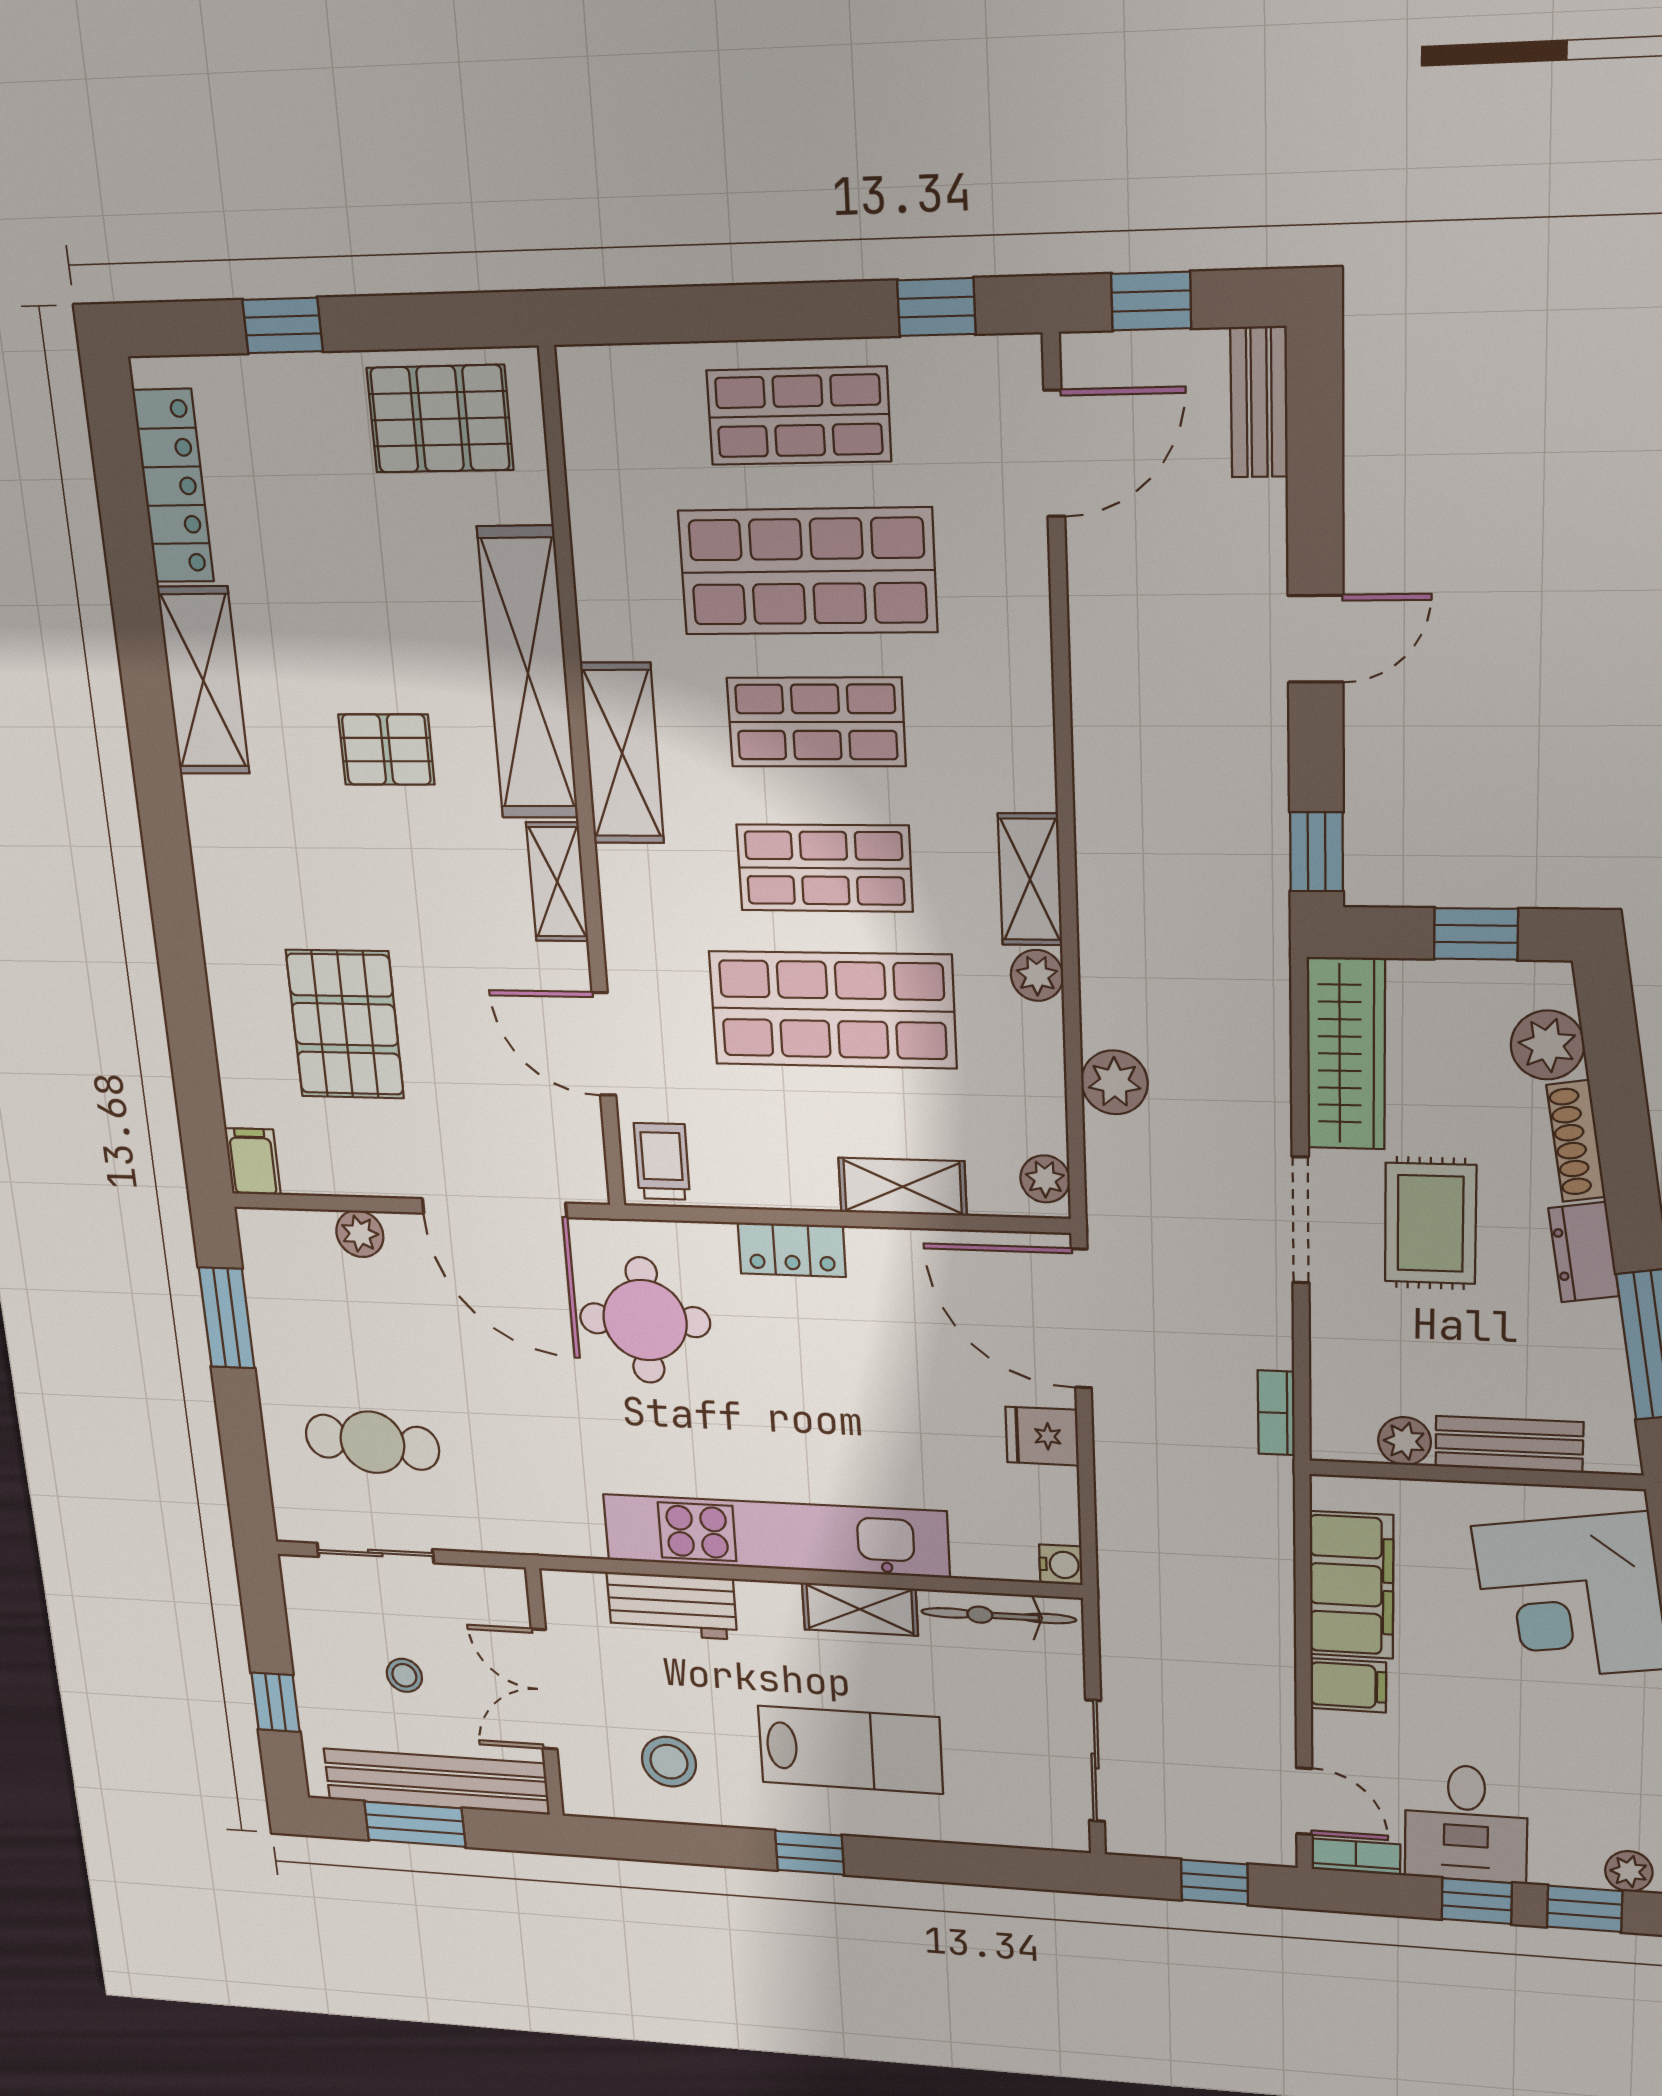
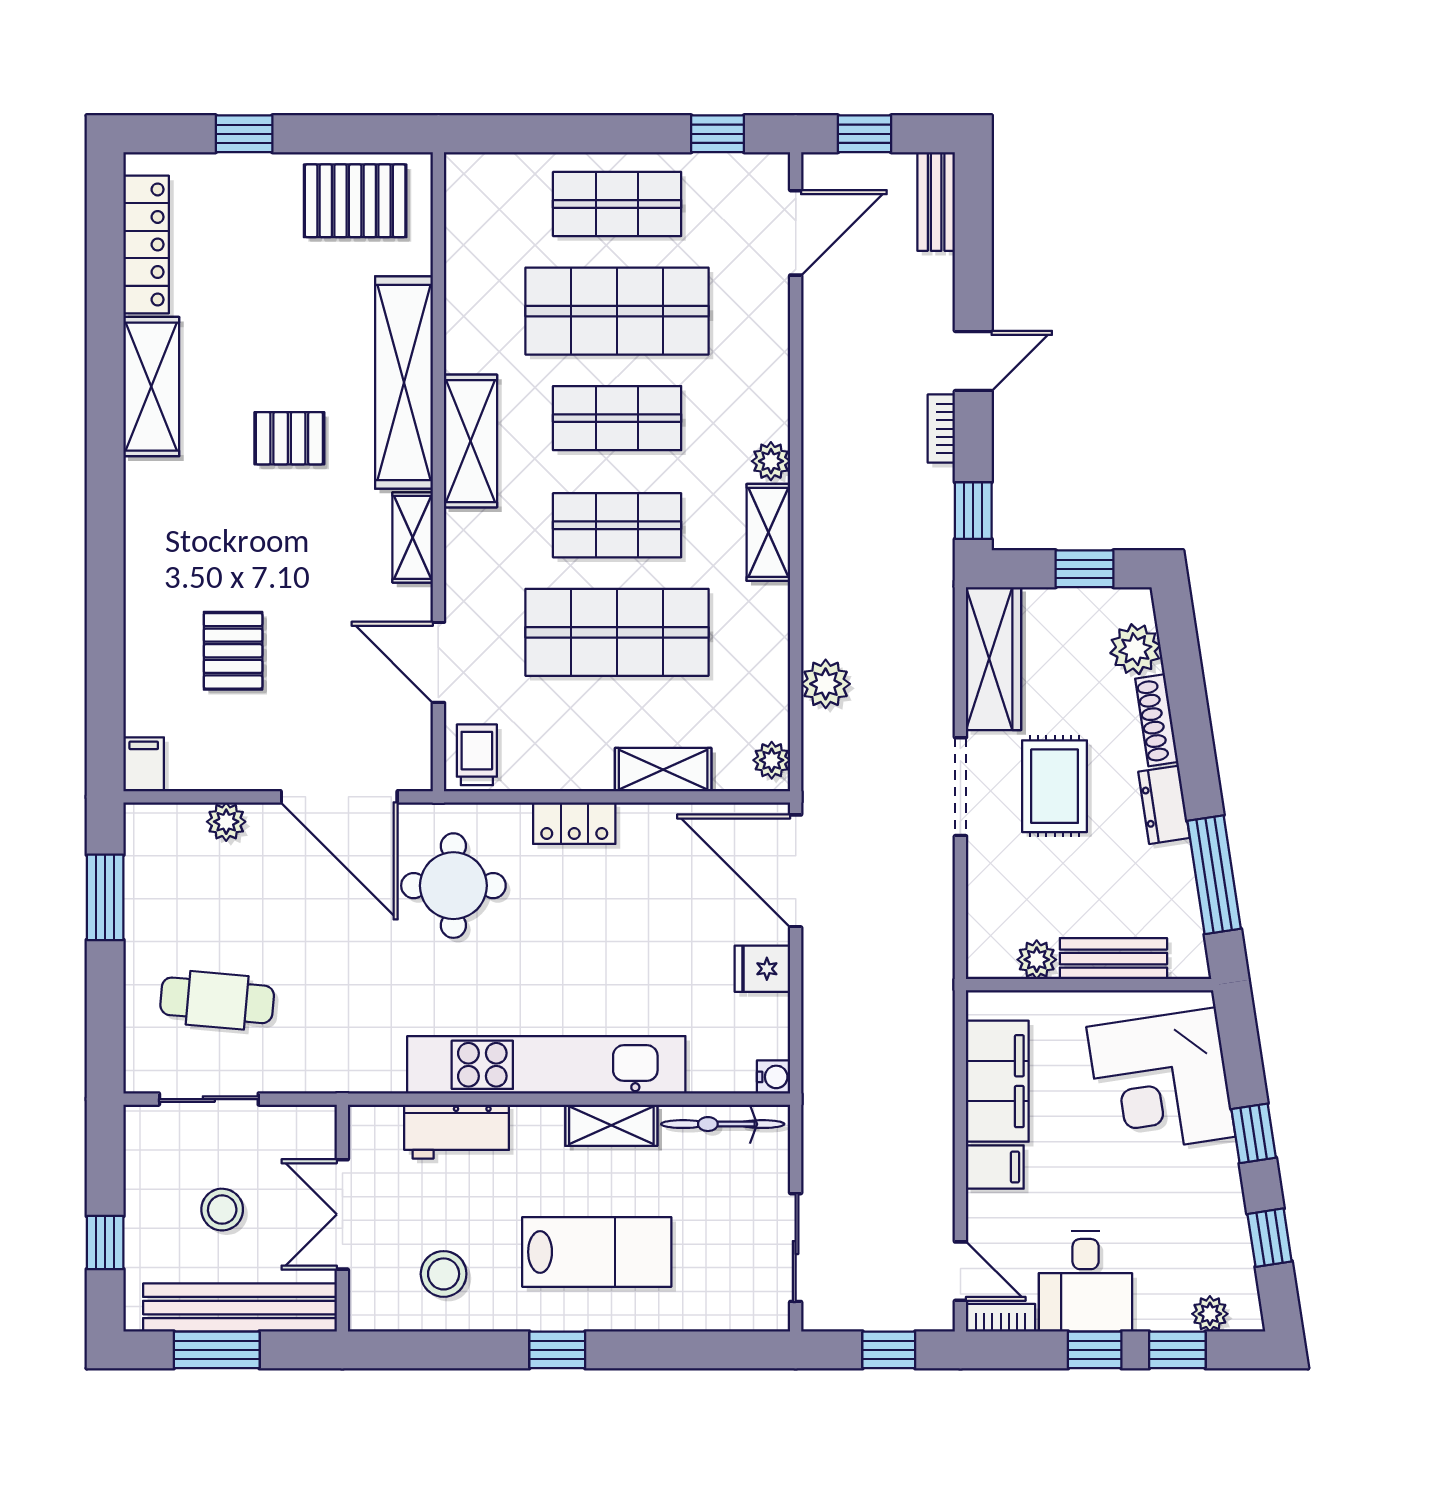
plant: (1037, 975) -> (771, 461), moved
pallet: (345, 1024) -> (233, 651), width x0.67, depth x0.71
bookcase: (1276, 1413) -> (941, 429), moved
stool: (404, 1675) -> (222, 1210), width x1.37, depth x1.37

